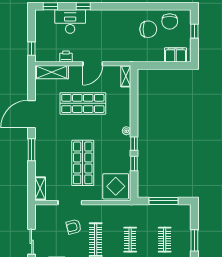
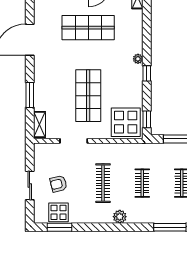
window: (32, 150) -> (30, 95), moved
window: (134, 164) -> (147, 119), moved
armchair: (74, 227) -> (58, 184), moved

